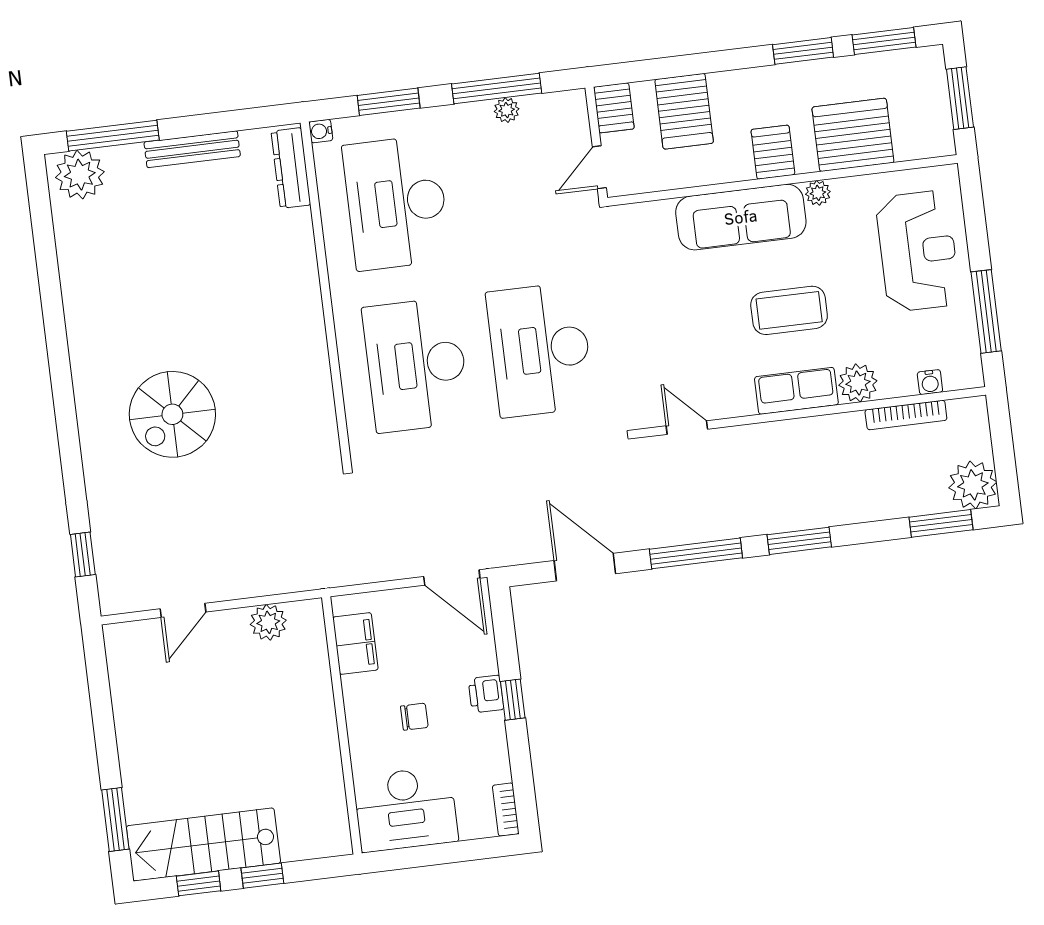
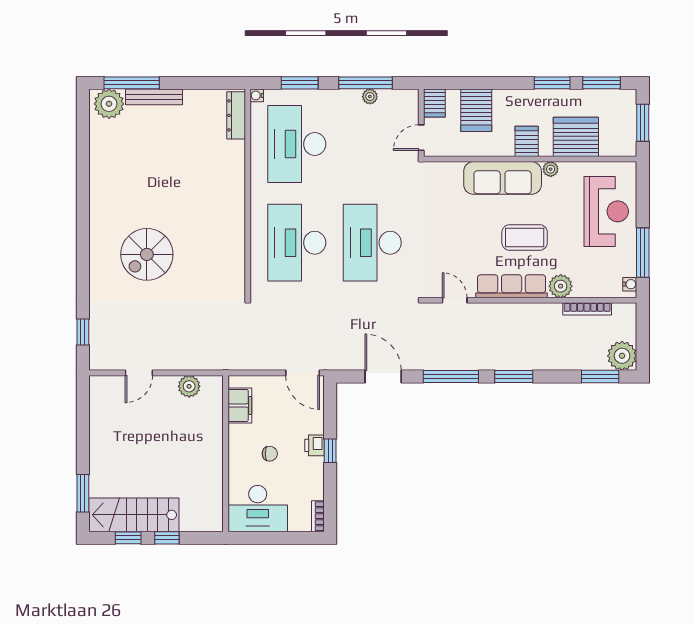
bench: (192, 149) -> (154, 97), moved
water cooler: (930, 382) -> (630, 284), moved, turned -90
row of seats: (796, 391) -> (512, 286), width x1.48

